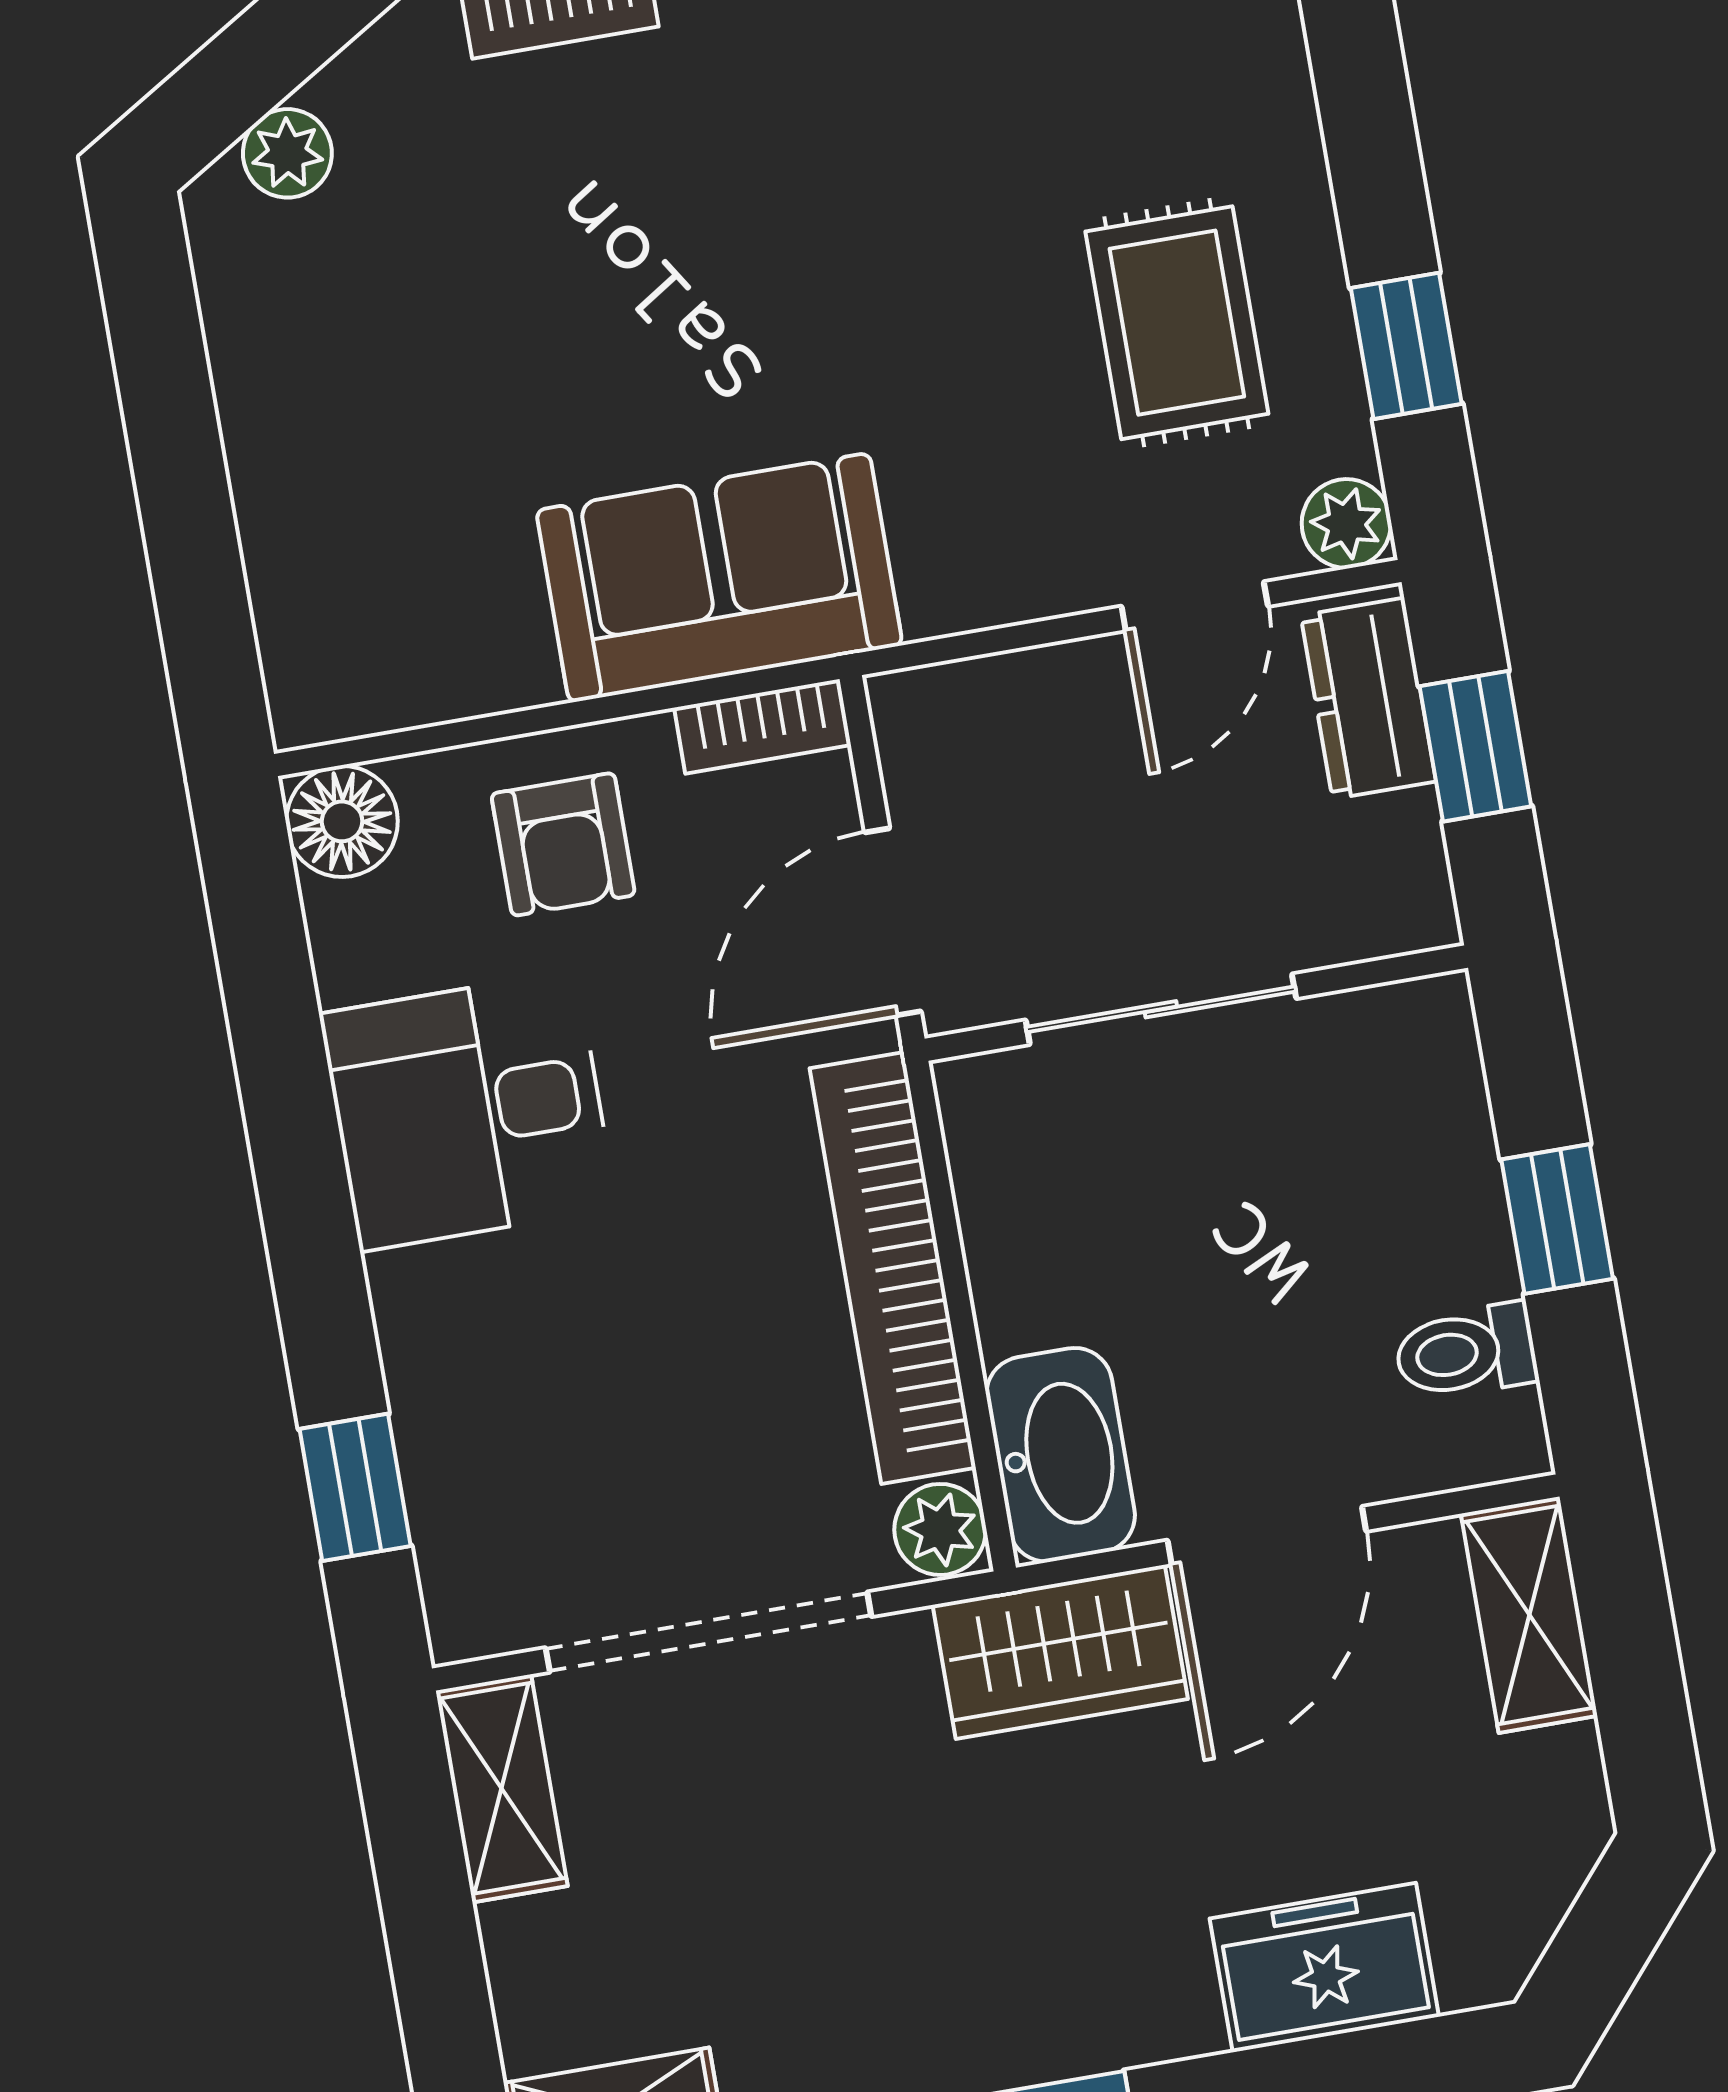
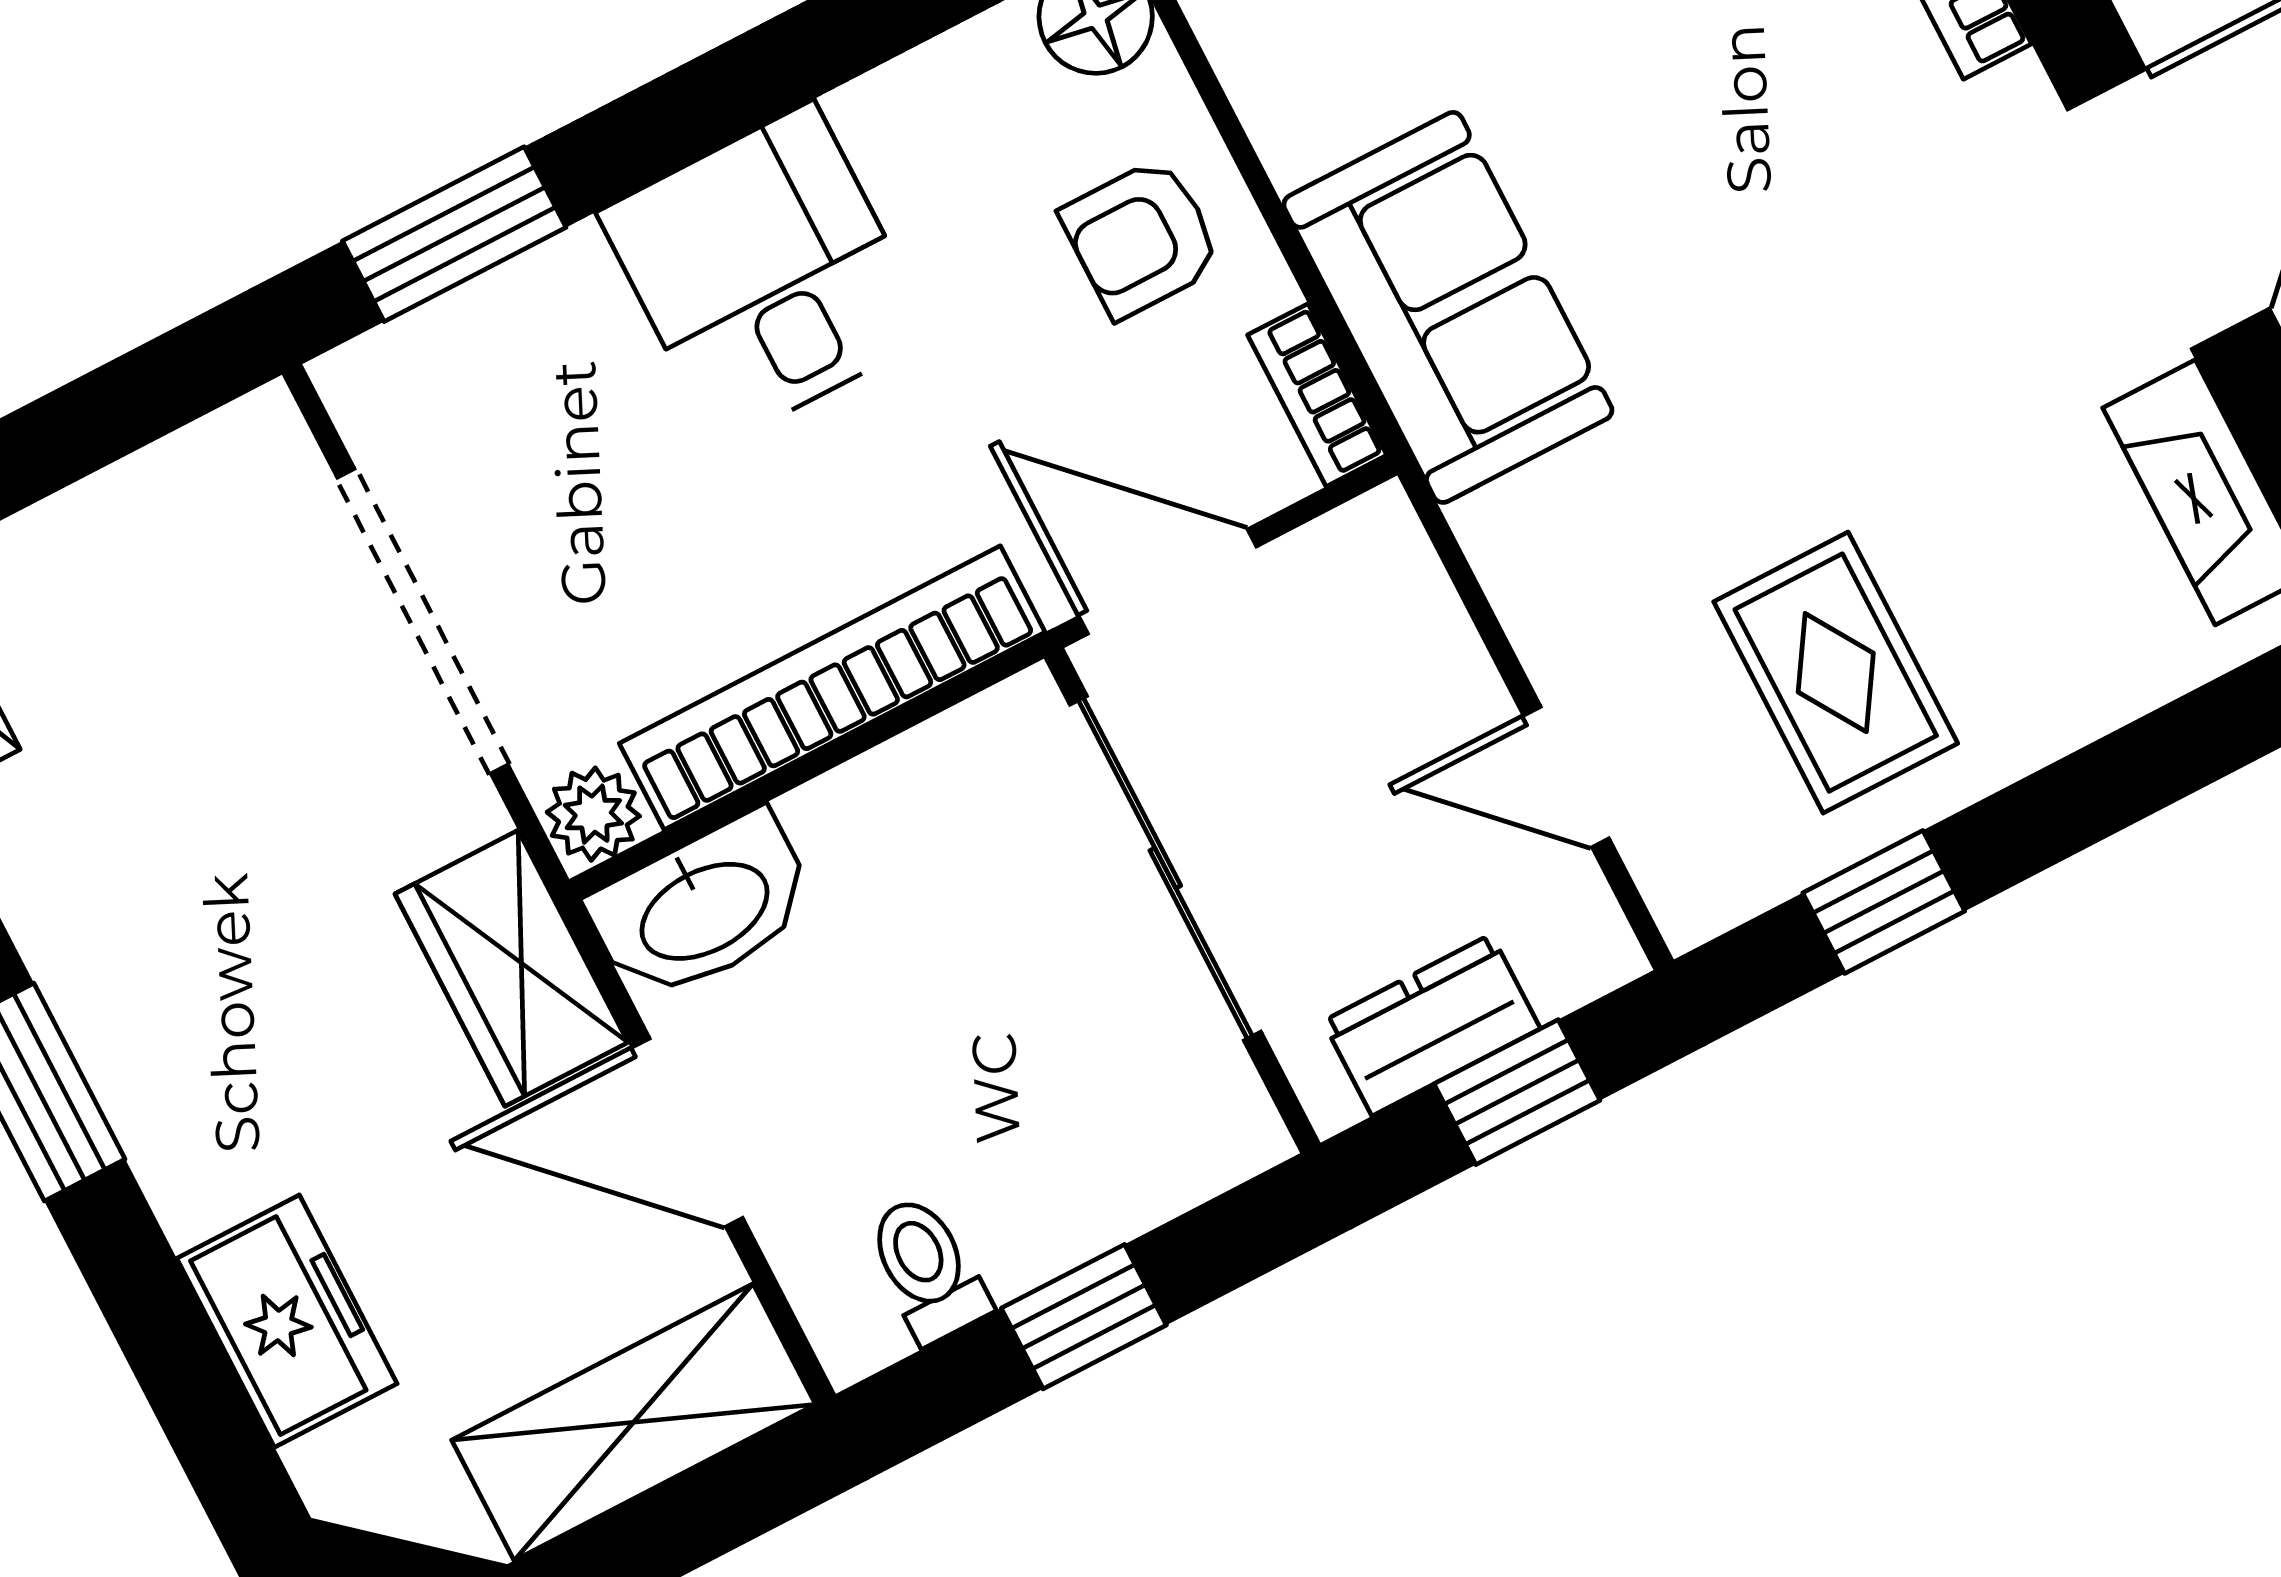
rug: (1177, 323) -> (1836, 673), turned 90
plant: (1346, 523) -> (1693, 899), removed
dresser: (1368, 698) -> (1432, 1025), moved
sliding door: (1161, 1009) -> (1165, 868), width x1.37
desk: (468, 1111) -> (766, 274), moved
window: (355, 1487) -> (454, 234), width x1.50
shelving: (1529, 1615) -> (634, 1422), width x1.50, depth x1.33
shelving: (502, 1788) -> (208, 469), removed

